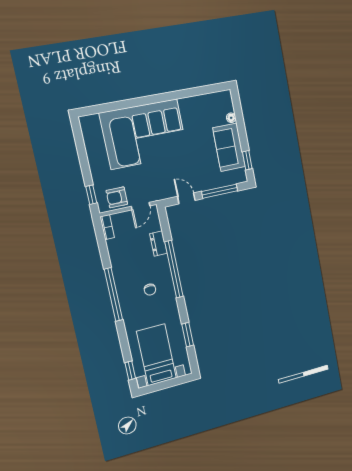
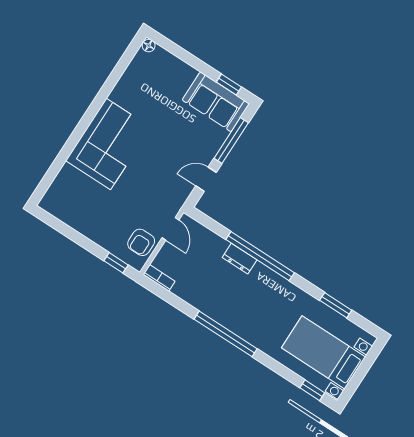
floor lamp: (231, 118) -> (149, 46), moved
corner sofa: (144, 134) -> (108, 144), width x0.73, depth x0.74
sofa: (229, 147) -> (216, 102), moved
dresser: (158, 244) -> (240, 259), moved
chair: (150, 290) -> (256, 297), removed

